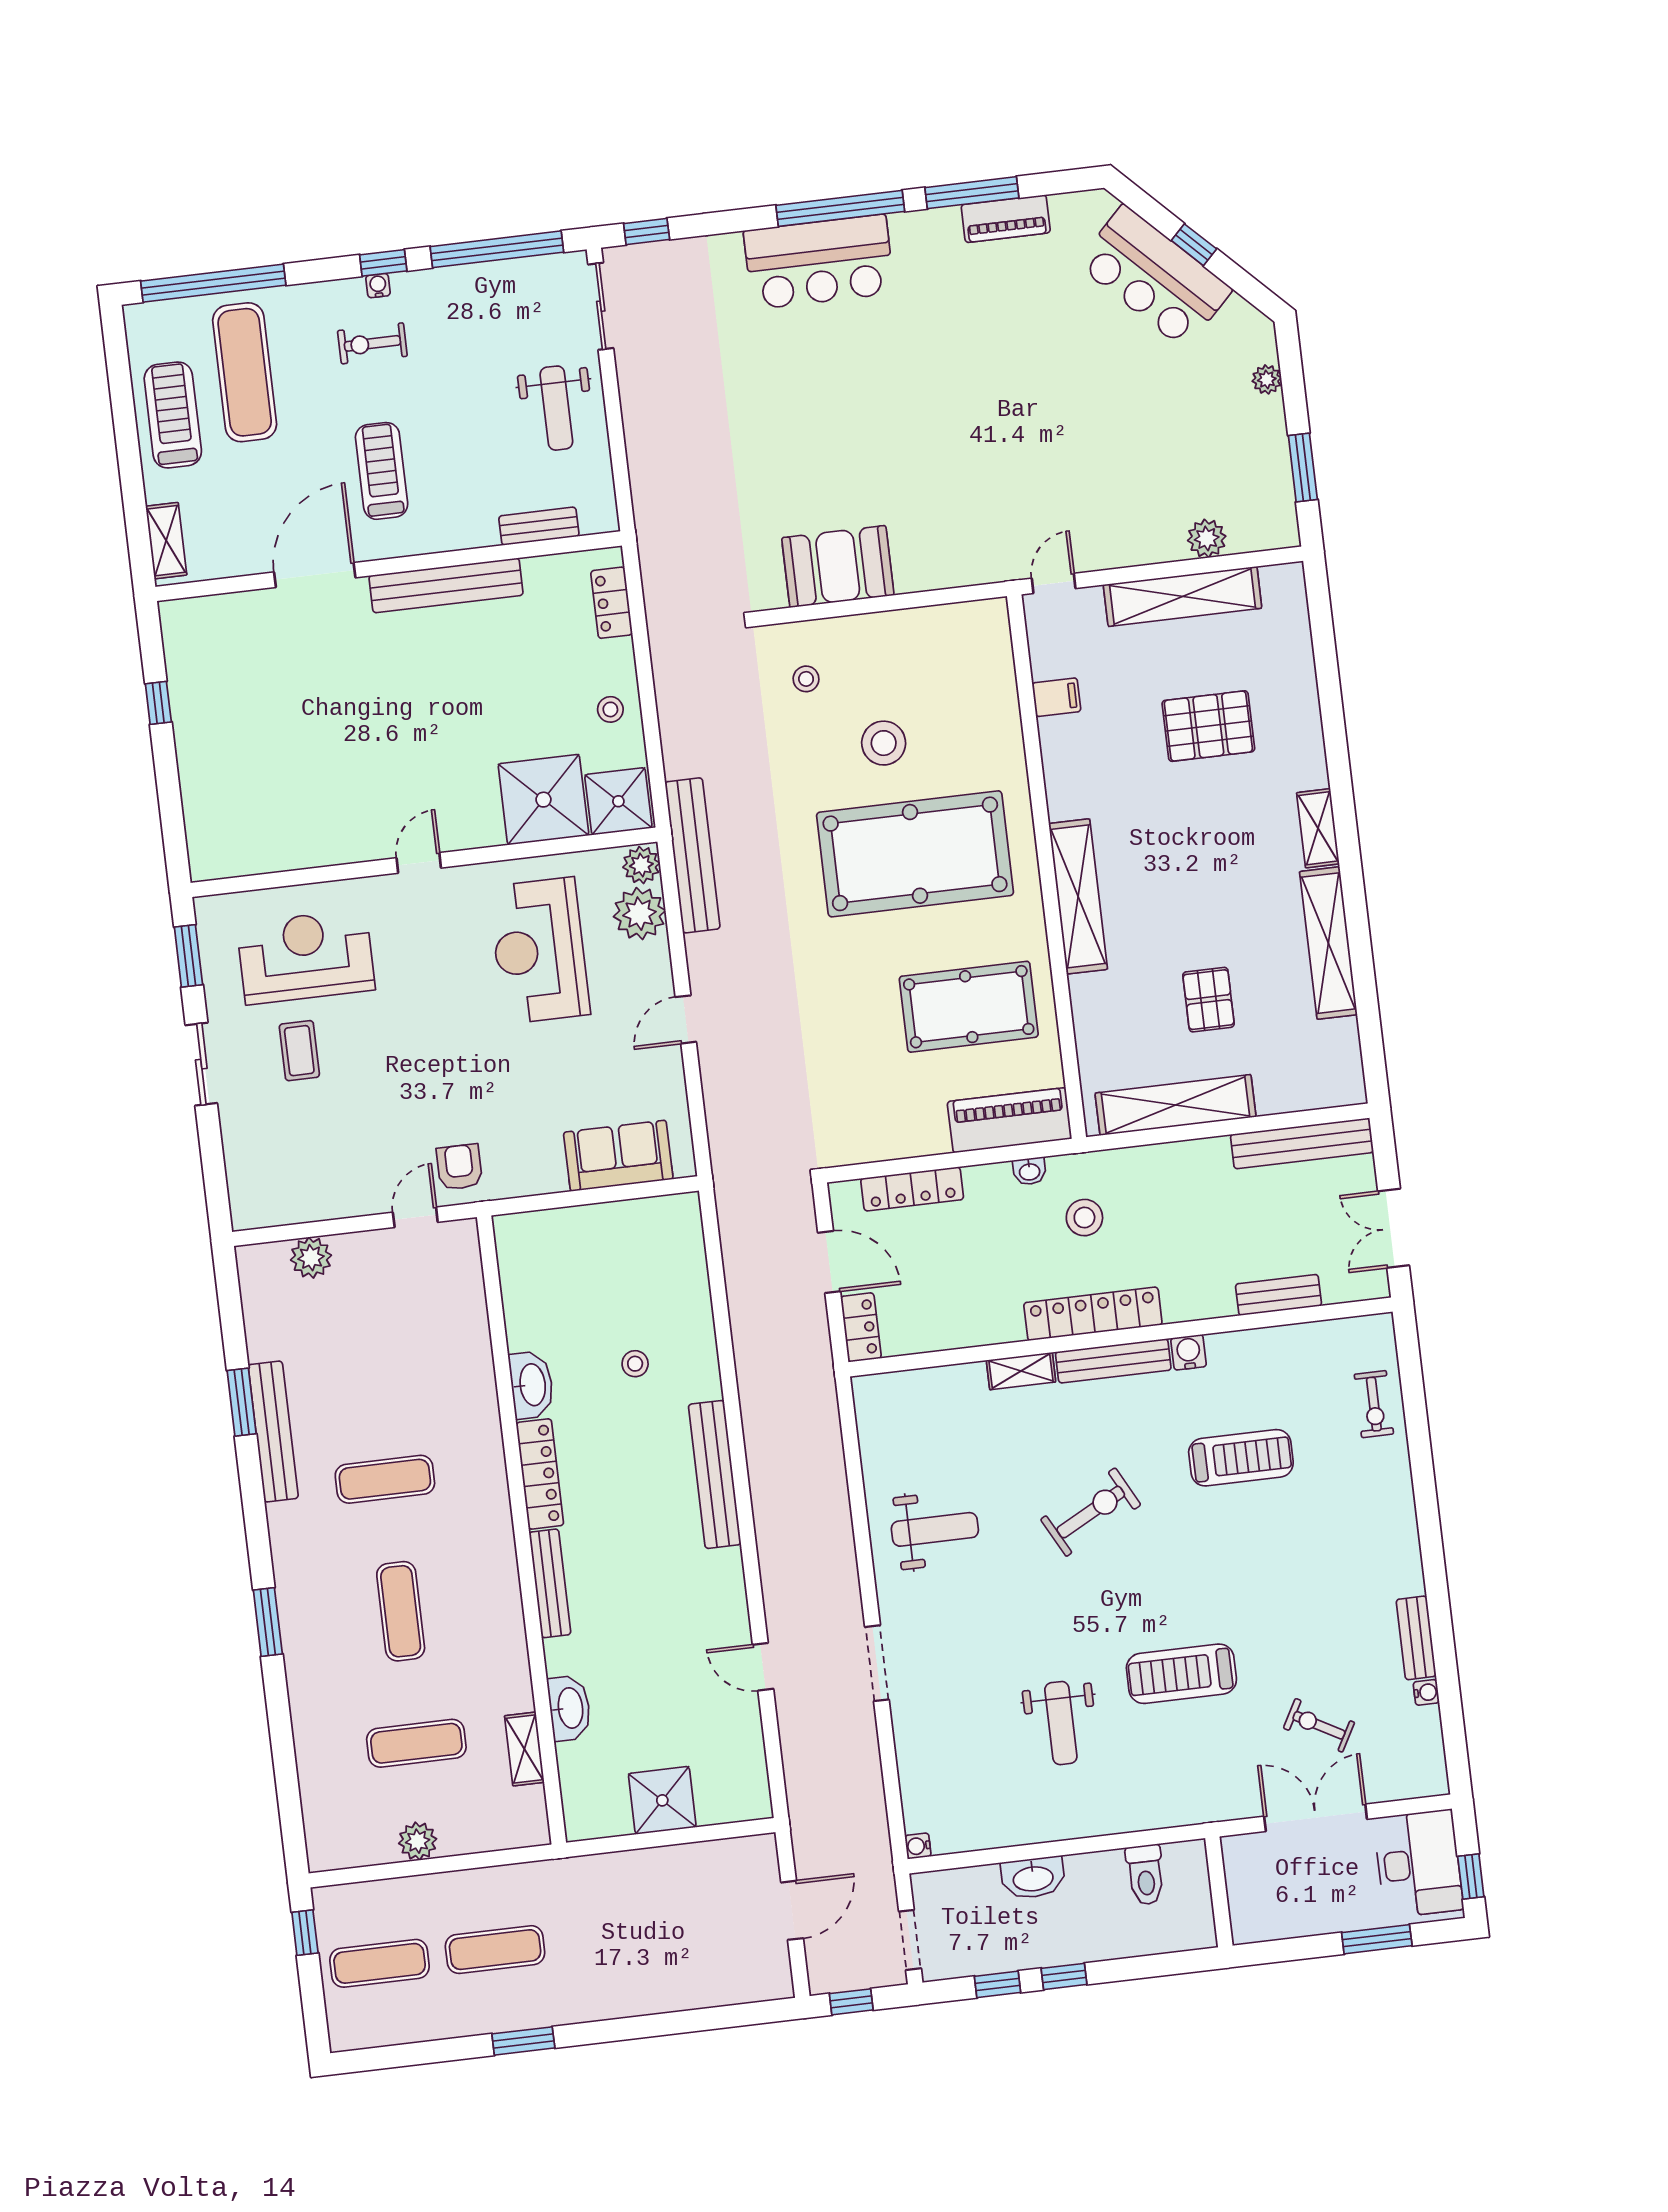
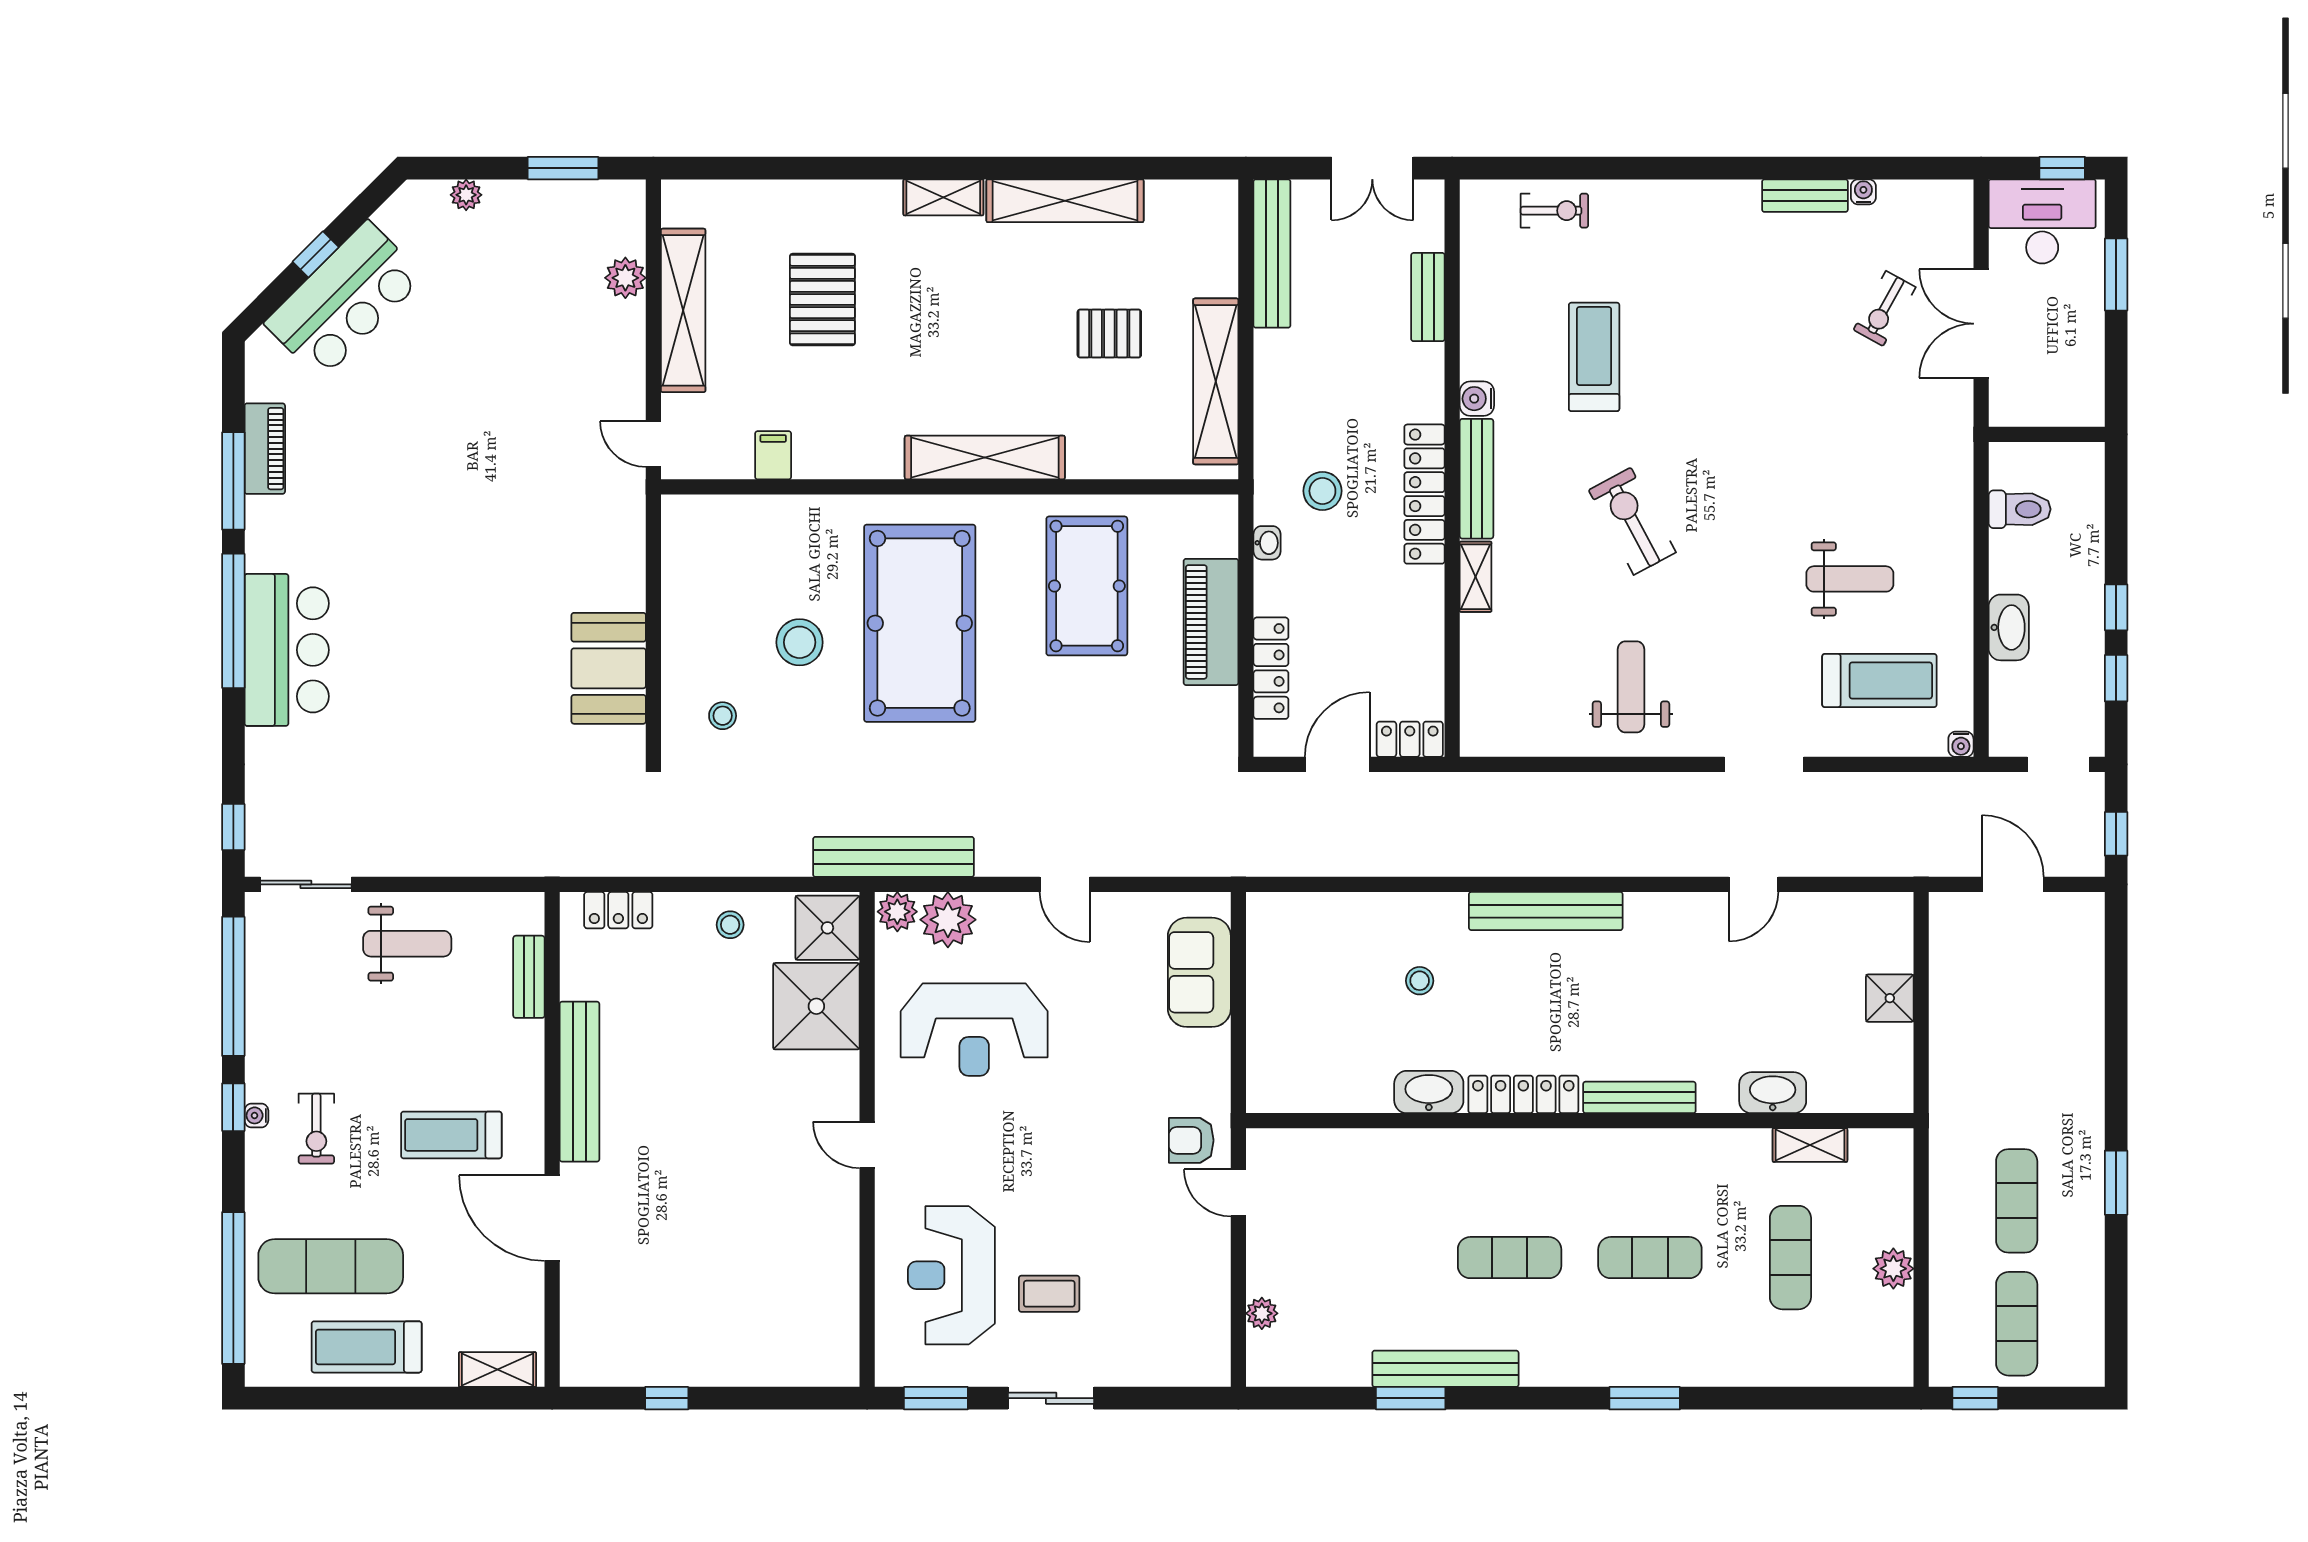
piano: (1009, 1120) -> (1211, 622), moved
plant: (311, 1258) -> (1262, 1313), width x0.73, depth x0.73
exercise mat: (385, 1479) -> (1510, 1258), turned 90
treadmill: (1181, 1674) -> (1879, 681), moved, turned -90
shower: (662, 1800) -> (1890, 998), width x0.73, depth x0.73

